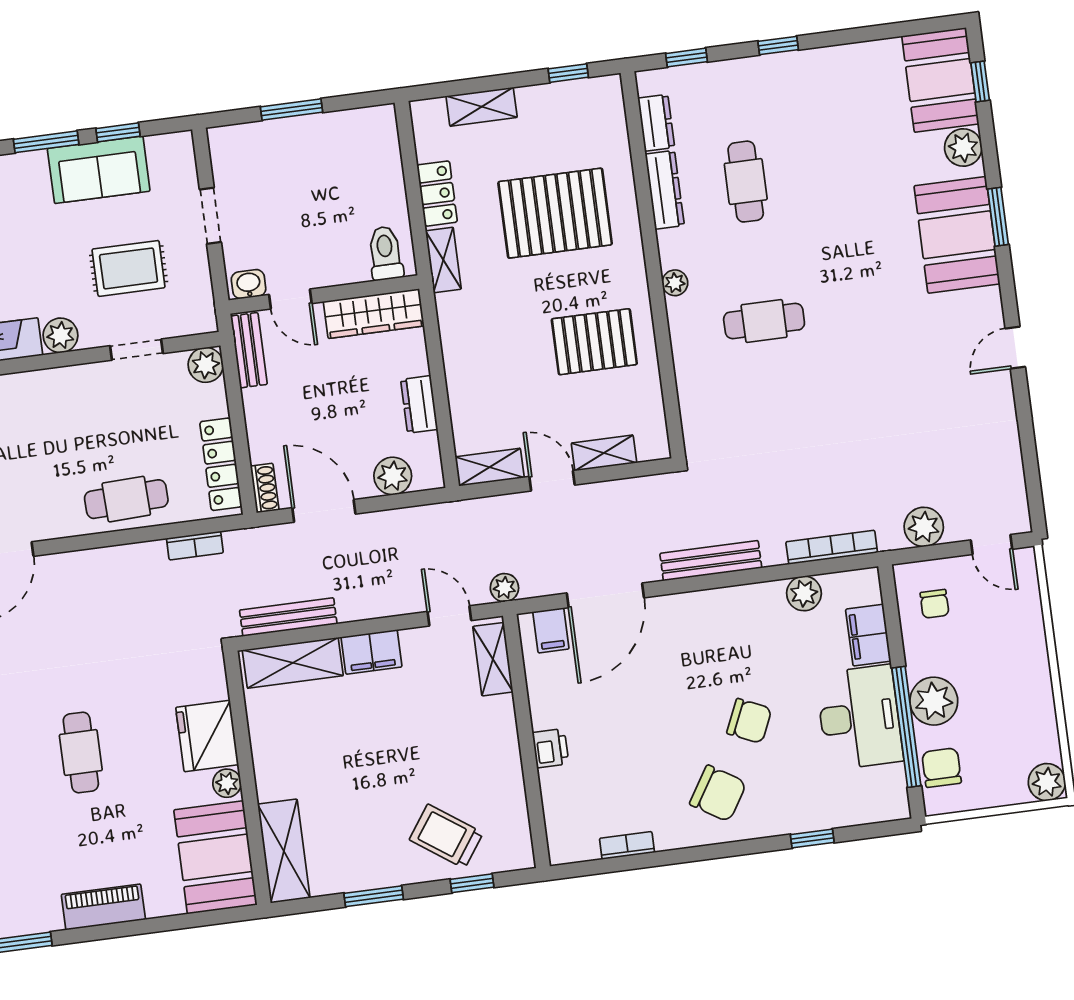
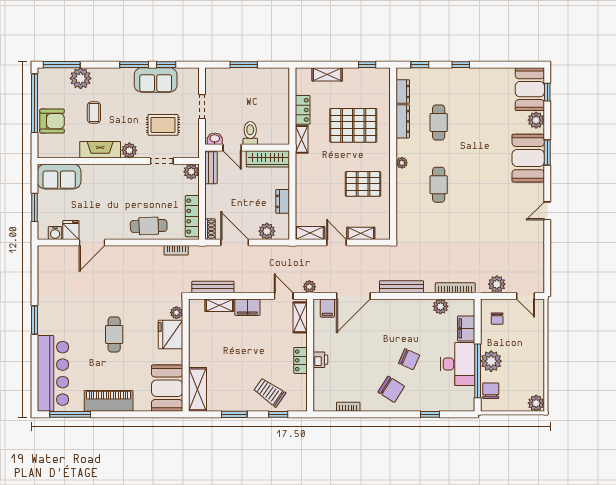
toilet: (385, 253) -> (250, 133), moved
cafe table: (764, 321) -> (439, 185), turned 90
shelving: (293, 663) -> (219, 305), width x0.67, depth x0.75
locker: (506, 756) -> (301, 360), added
plant: (227, 783) -> (176, 313), moved
piano: (103, 907) -> (109, 401), width x1.37, depth x1.33

